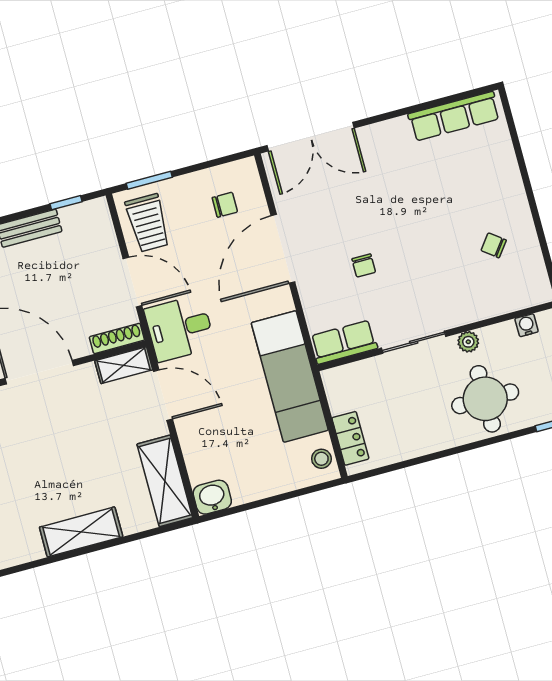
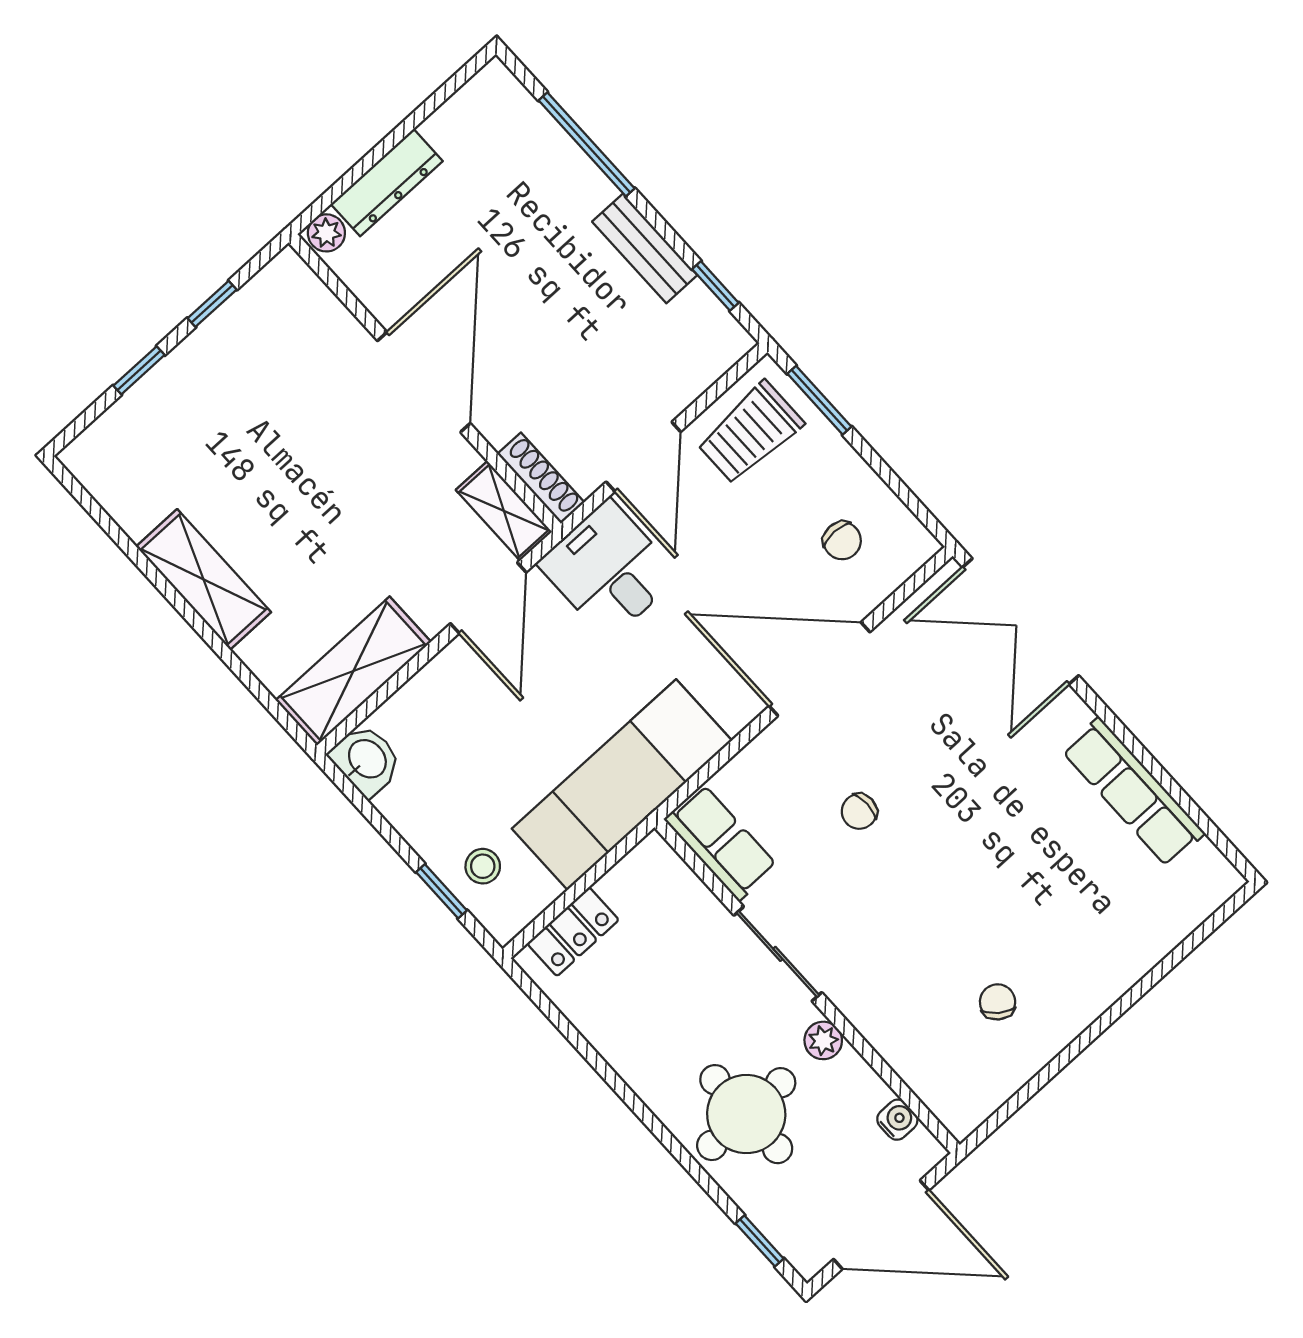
row of seats: (454, 116) -> (1133, 792), moved
stool: (321, 459) -> (483, 866), moved
window: (297, 493) -> (441, 891), added

